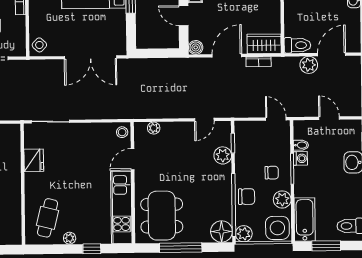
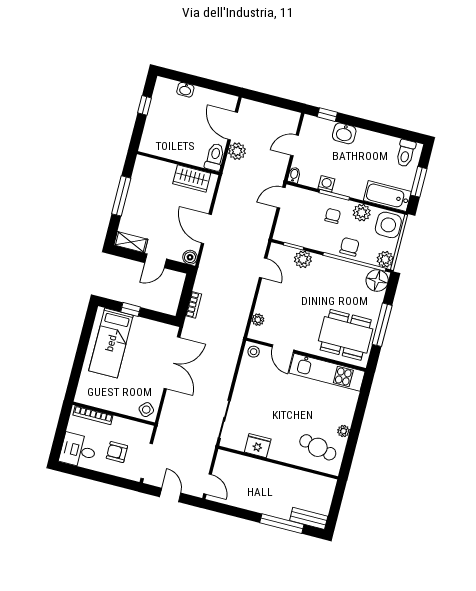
wardrobe: (264, 44) -> (192, 178), moved, turned -90
bookcase: (259, 62) -> (194, 305), moved
bidet: (301, 145) -> (294, 175), moved
window: (92, 249) -> (360, 412), removed

